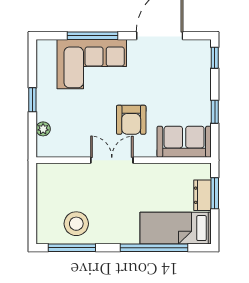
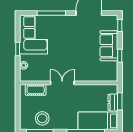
corner sofa: (92, 64) -> (34, 35), moved, turned -90
armchair: (131, 120) -> (73, 60), removed
sofa: (184, 142) -> (109, 46), moved, turned -90
cot: (64, 173) -> (36, 90), added

